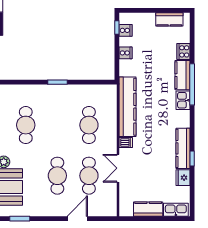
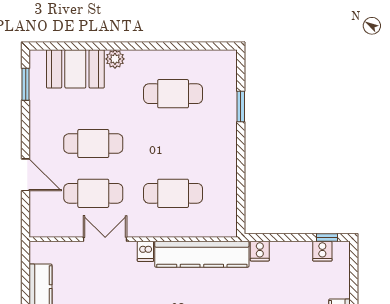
cooker: (126, 53) -> (260, 251), moved
window: (57, 82) -> (241, 107), moved

